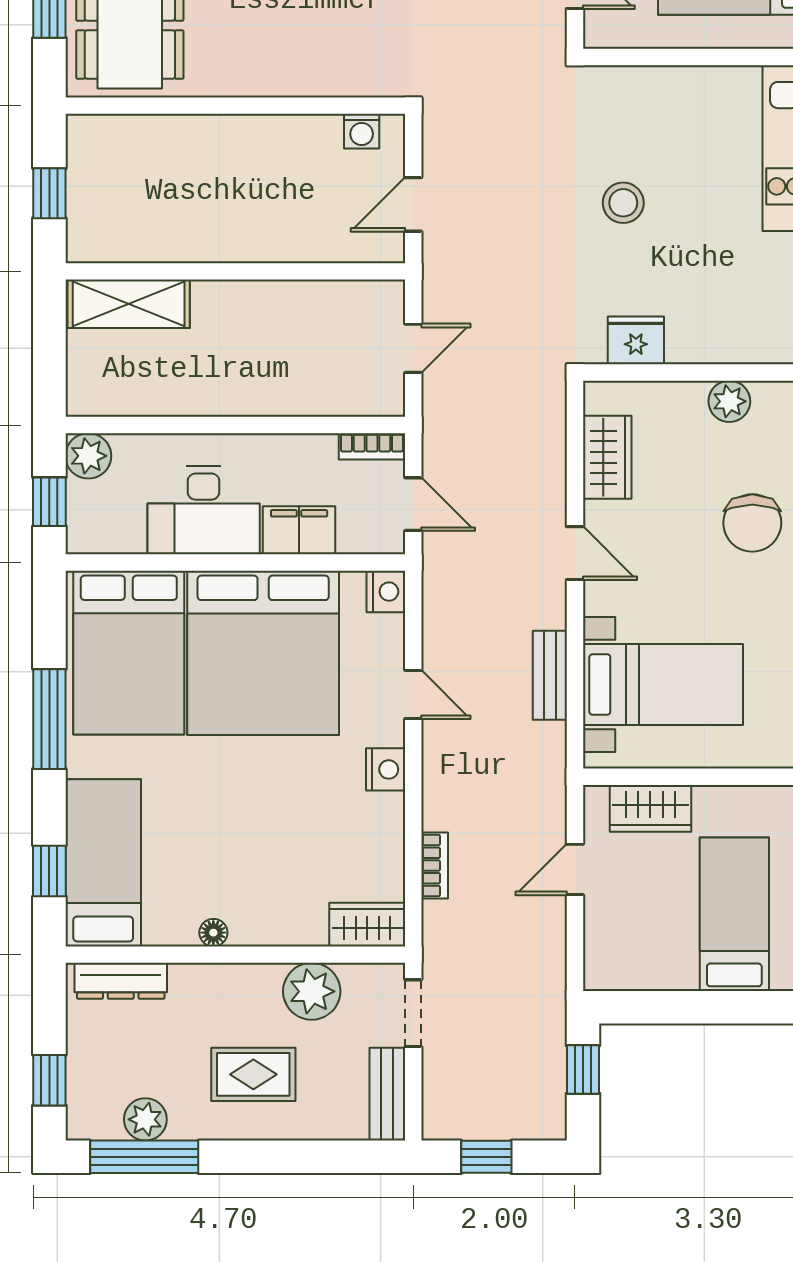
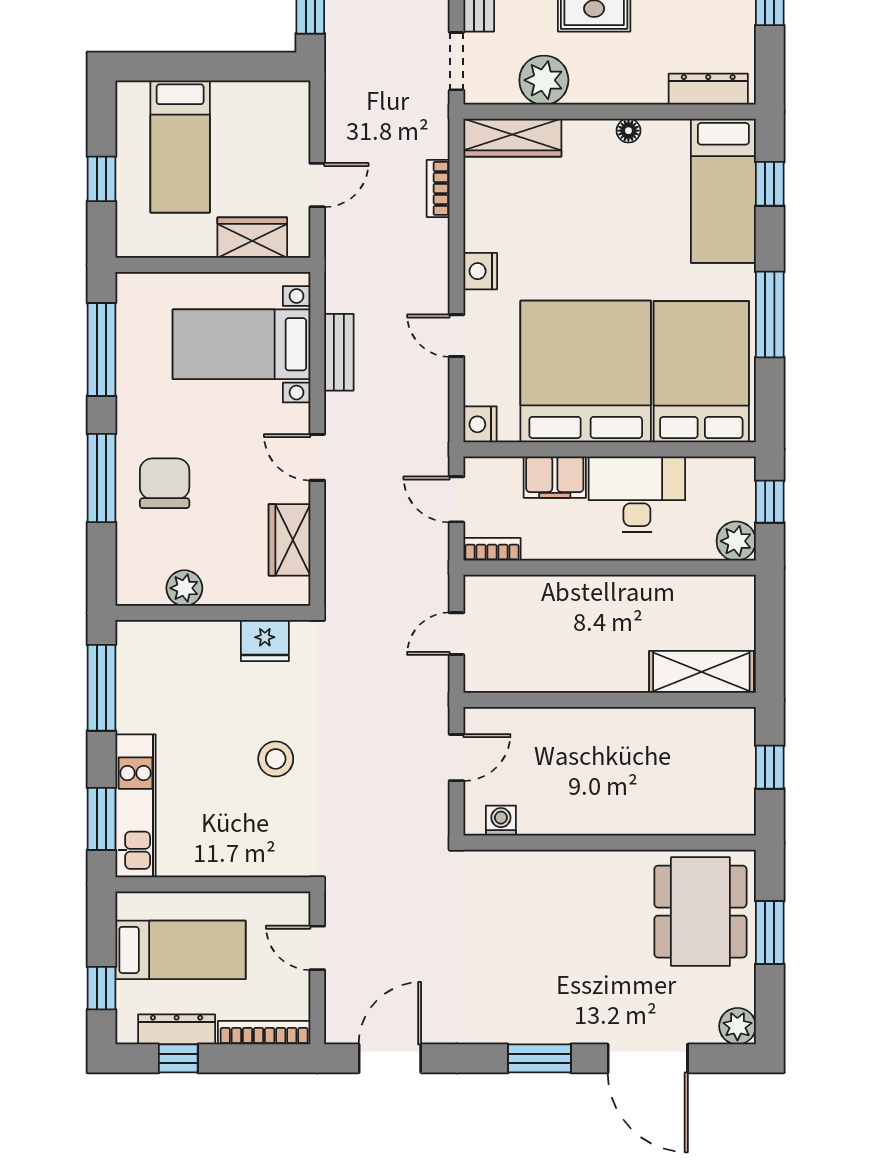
wardrobe: (367, 925) -> (512, 138), width x1.50

